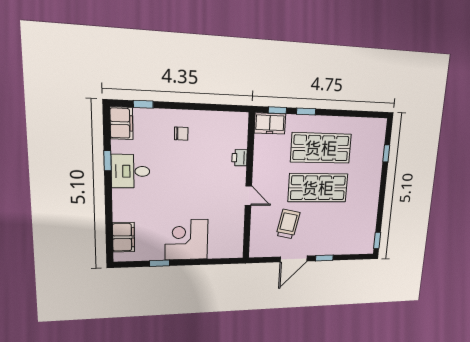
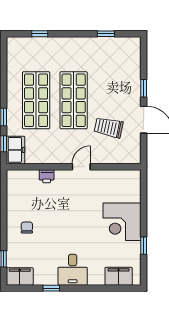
desk: (131, 171) -> (73, 270), moved
window: (377, 240) -> (106, 34), moved

